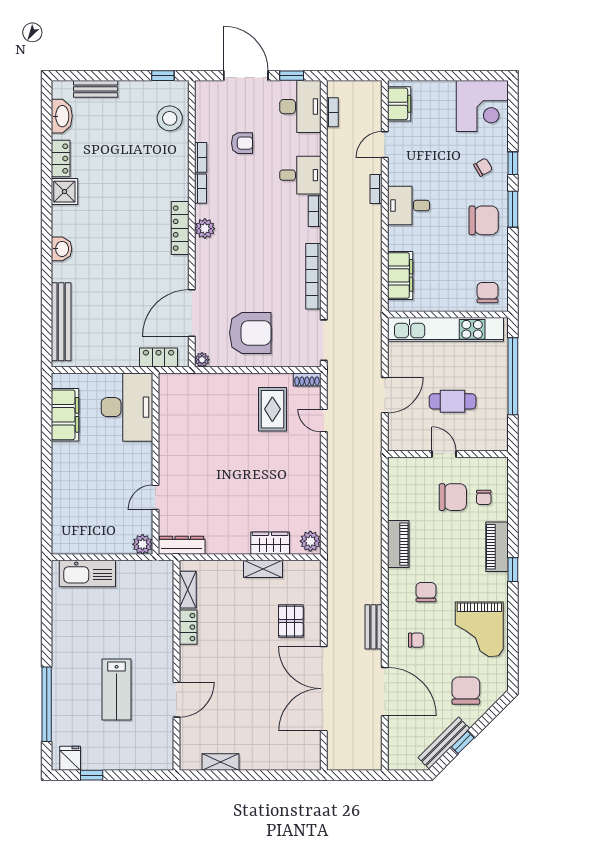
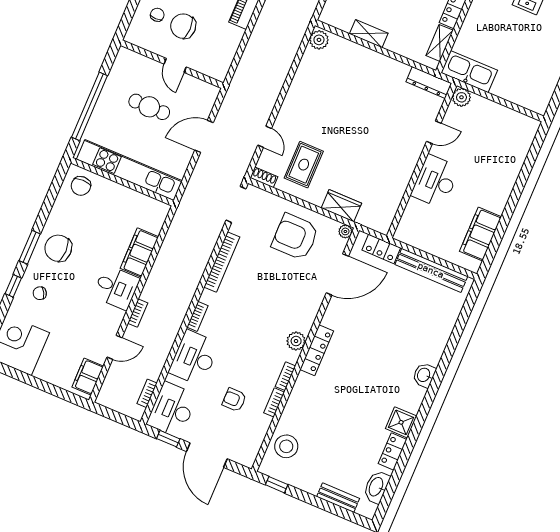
desk: (300, 175) -> (194, 358), width x1.37
filing cabinet: (400, 275) -> (139, 253), moved
bench: (61, 322) -> (431, 270), moved, turned 90
desk: (127, 407) -> (435, 181), moved, width x0.73, depth x0.77
wardrobe: (270, 543) -> (341, 206), moved, turned 180
kitchen sink: (87, 574) -> (469, 72), moved

